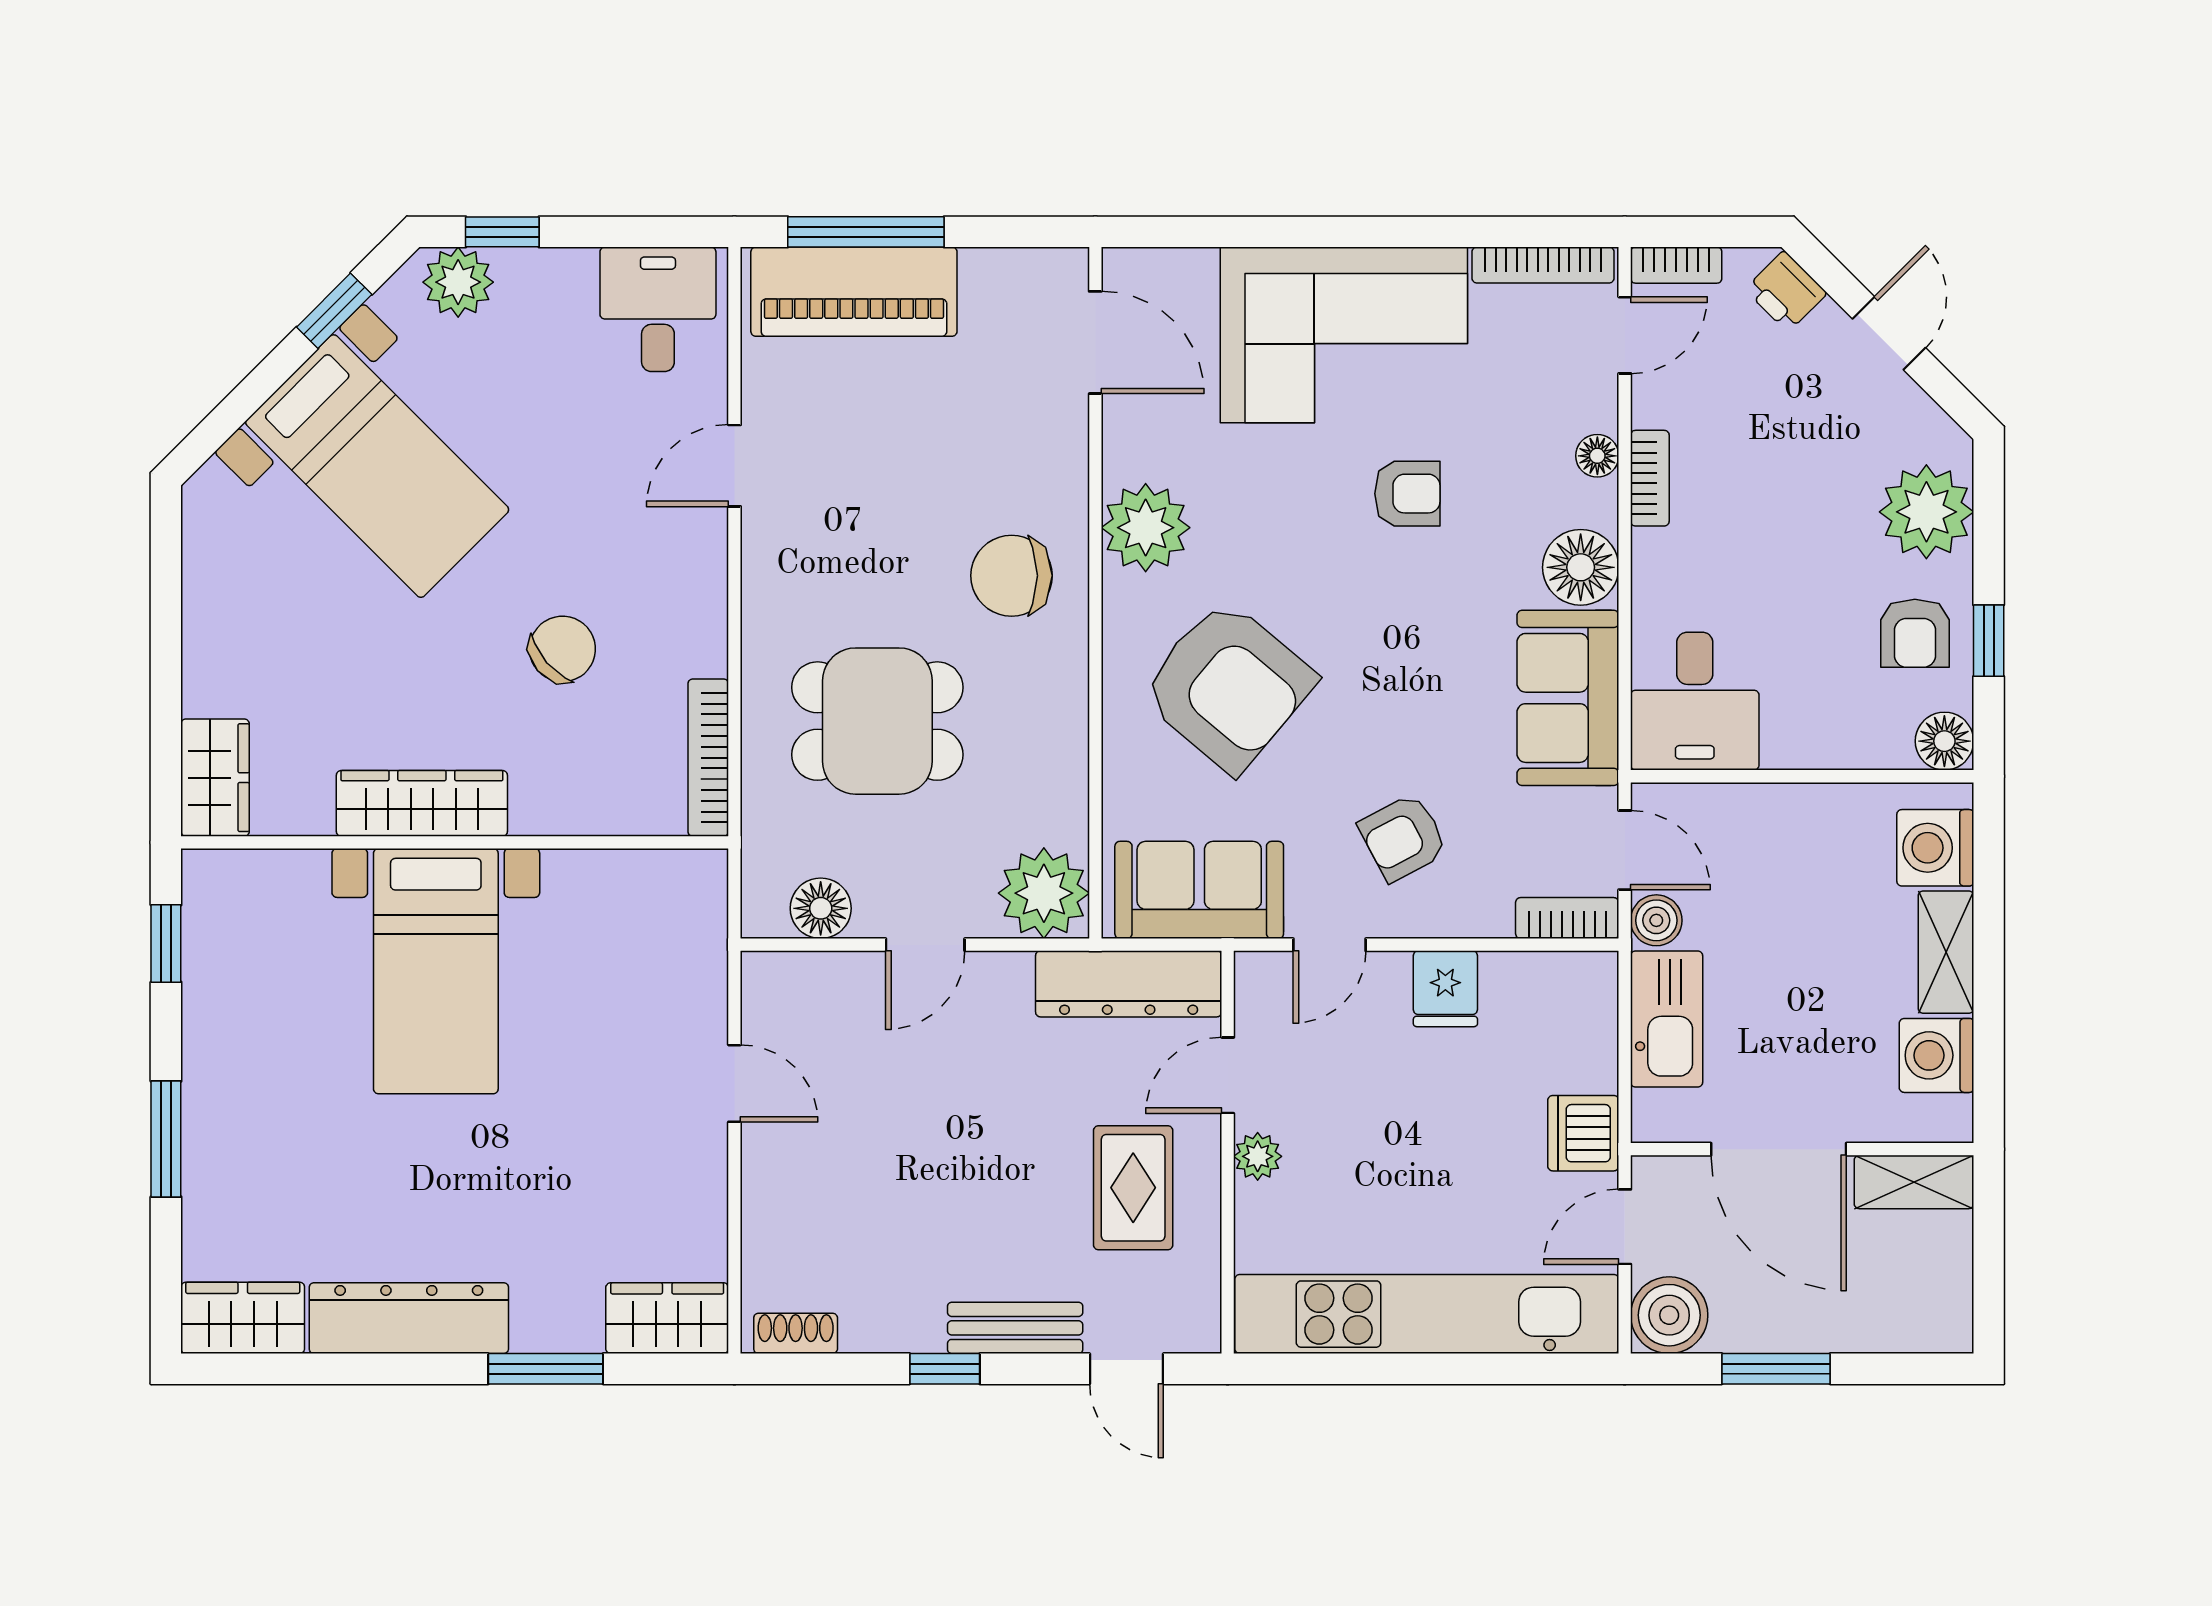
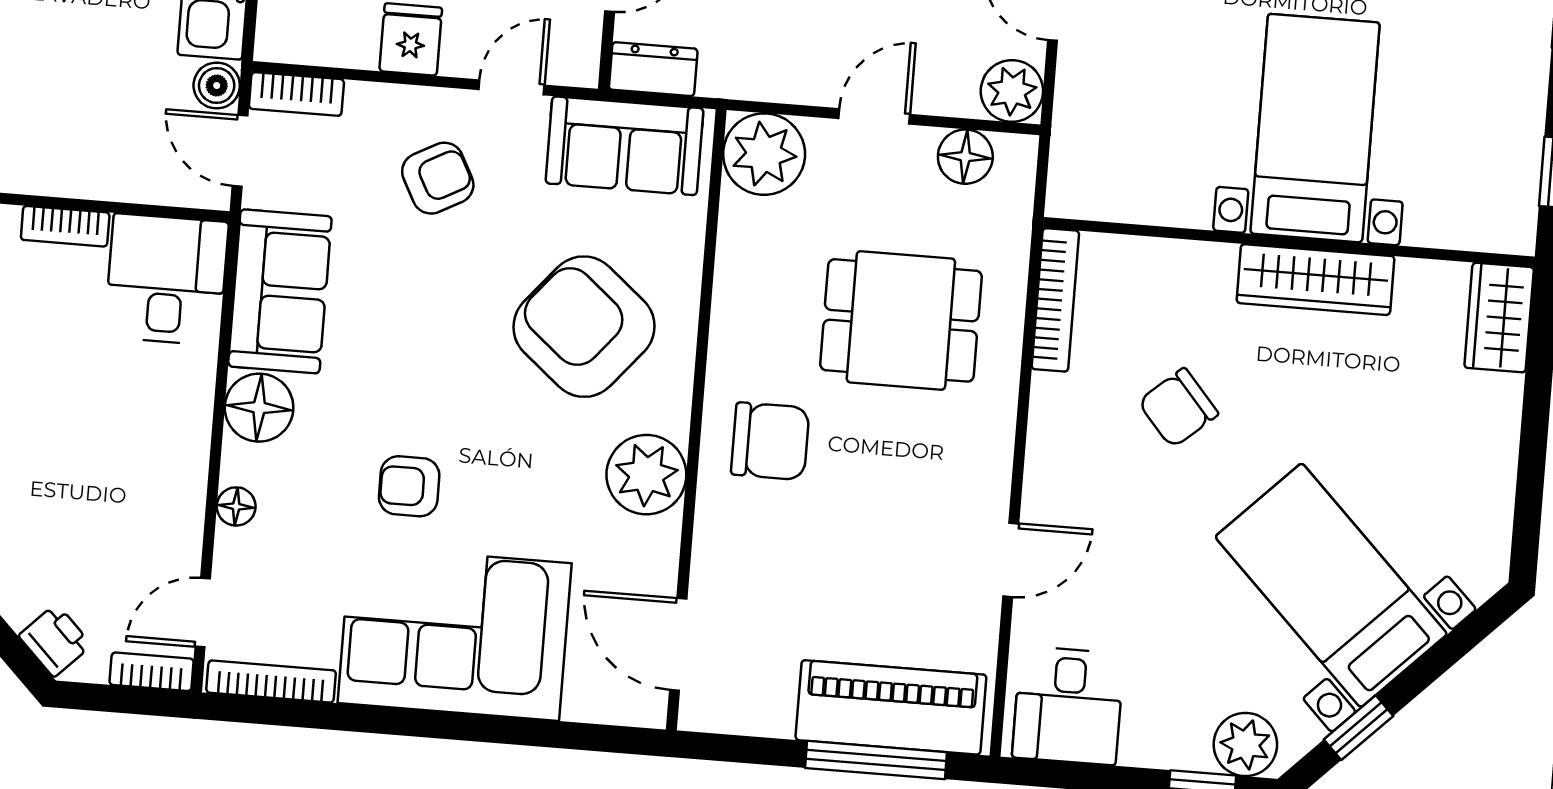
bookcase: (1650, 478) -> (65, 226), moved, turned -90
dresser: (1129, 984) -> (653, 69), width x0.51, depth x0.80
plant: (775, 985) -> (1012, 91), added

